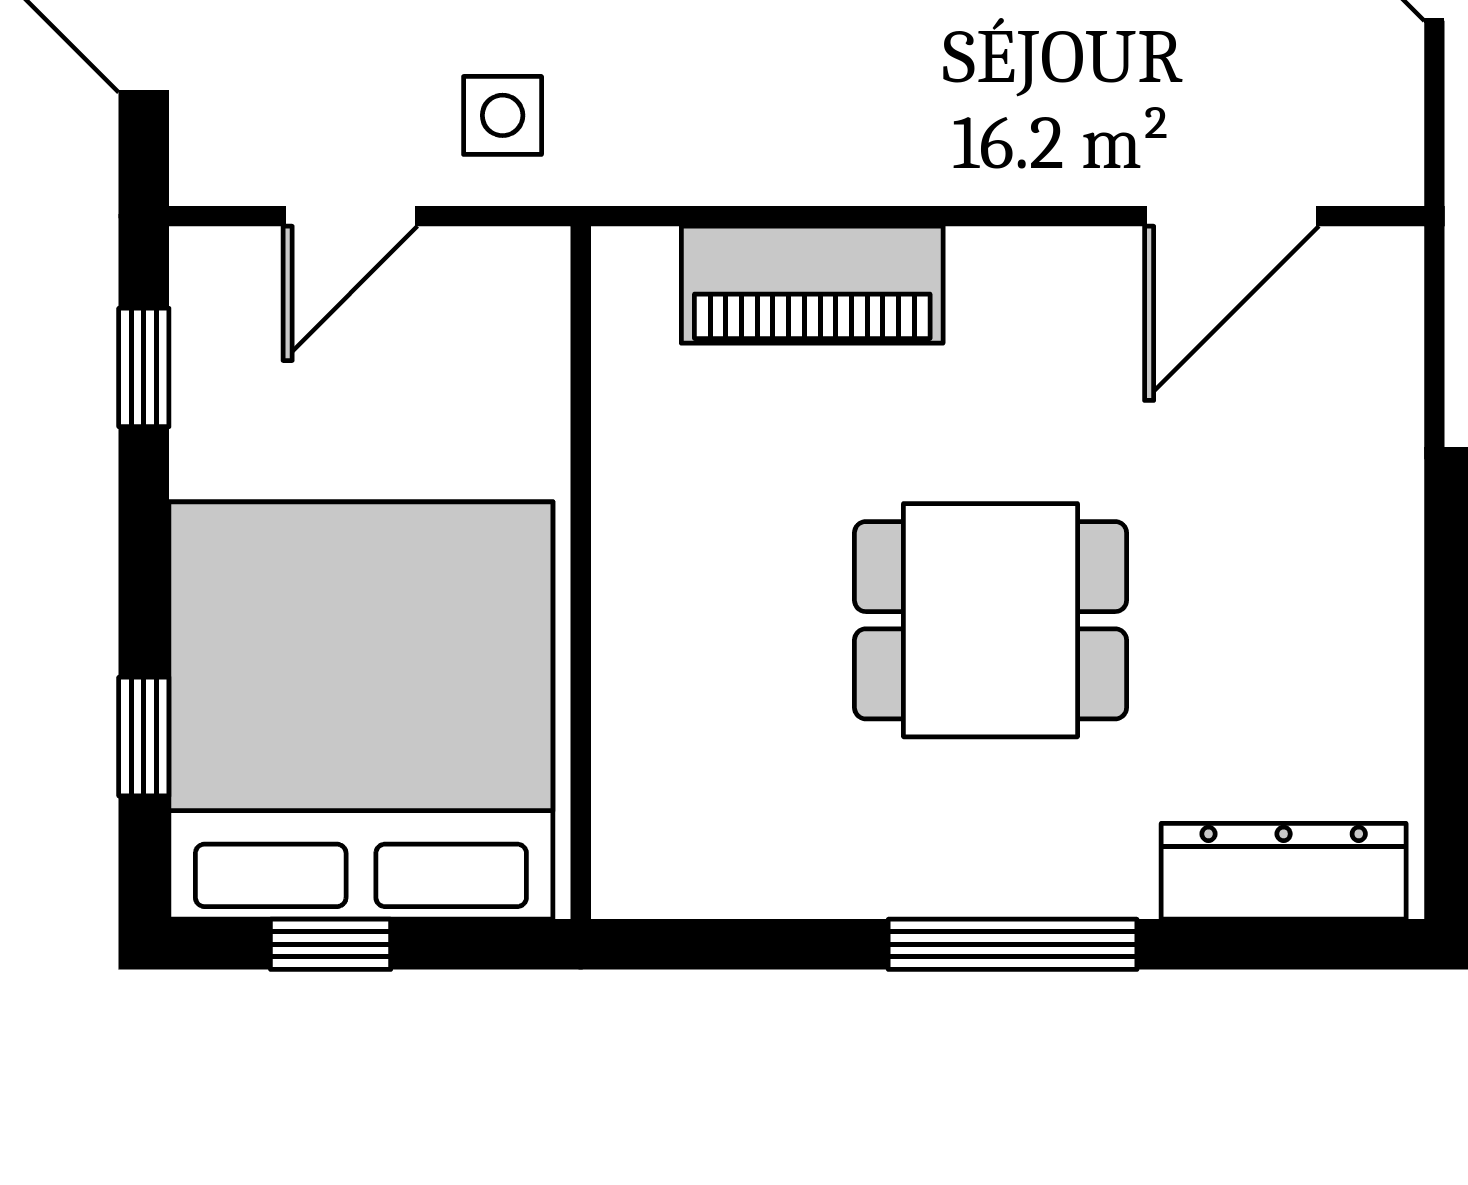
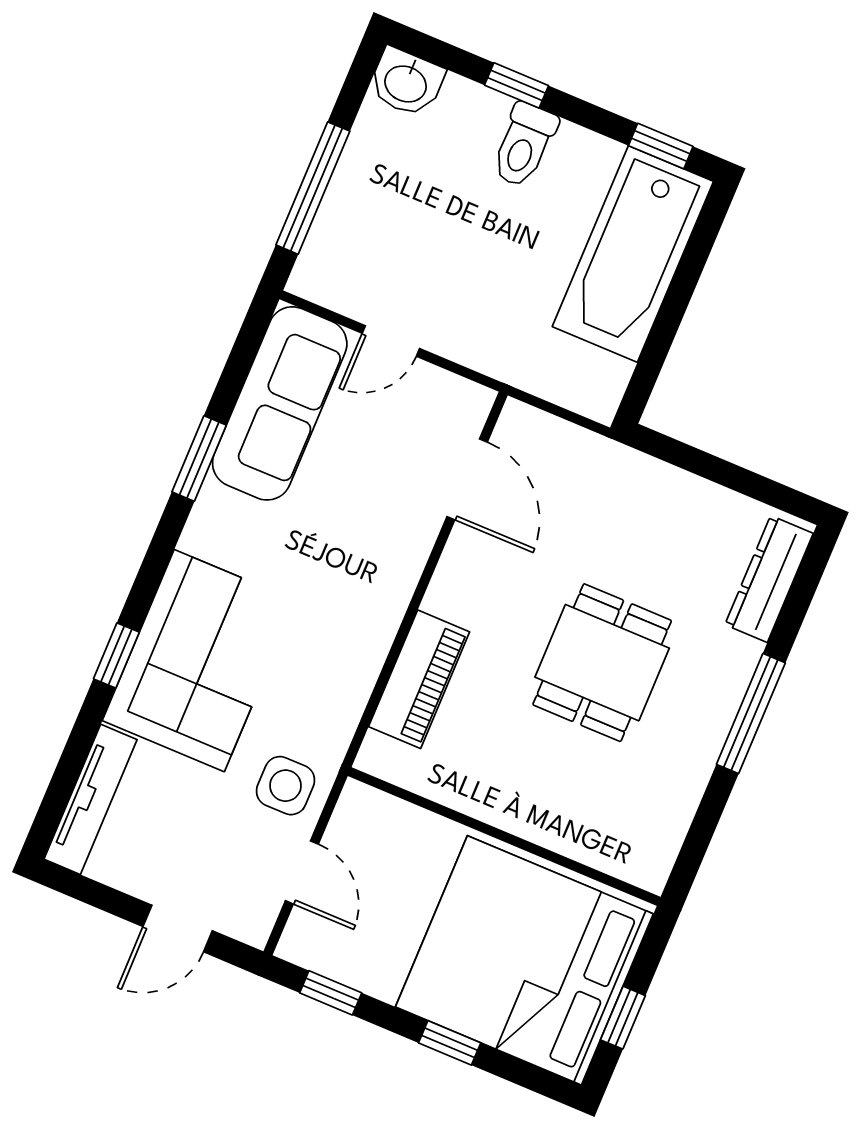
side table: (503, 115) -> (286, 786), width x1.37, depth x1.37
window: (144, 737) -> (450, 1043), moved

